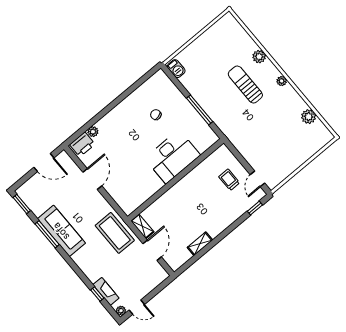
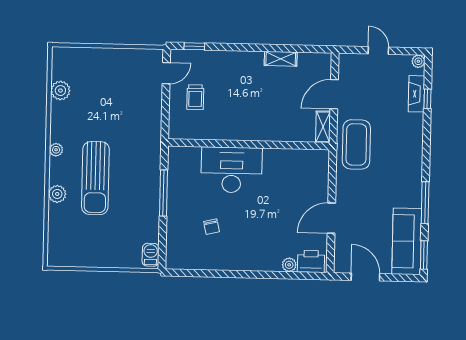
sun lounger: (245, 84) -> (95, 178), width x1.36, depth x1.34
sofa: (61, 231) -> (407, 241), moved
door: (137, 307) -> (378, 50), moved

